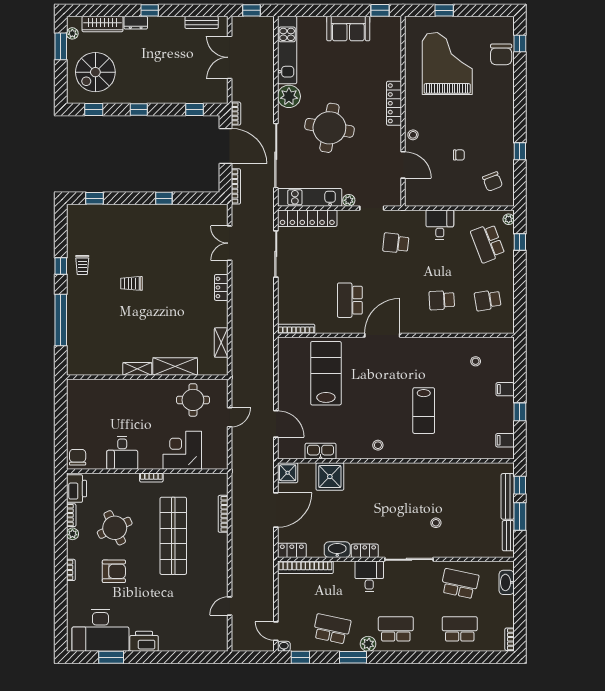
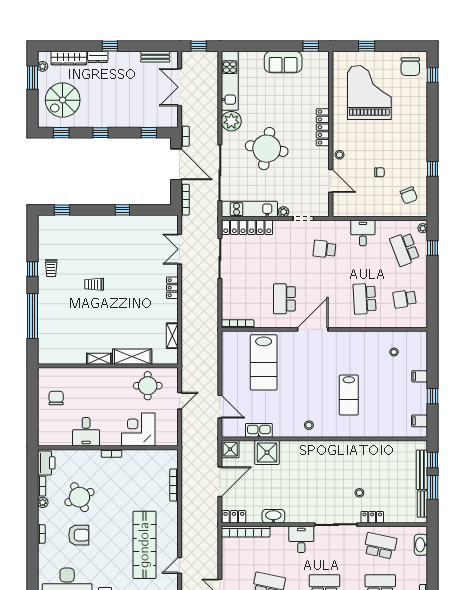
chair: (501, 54) -> (410, 67), moved
school desk: (442, 300) -> (365, 299), width x1.85
lab bench: (326, 373) -> (264, 362), turned 180
chair: (78, 457) -> (56, 398), moved
shop shelf: (173, 536) -> (144, 545), moved
locker: (365, 551) -> (372, 517), moved

